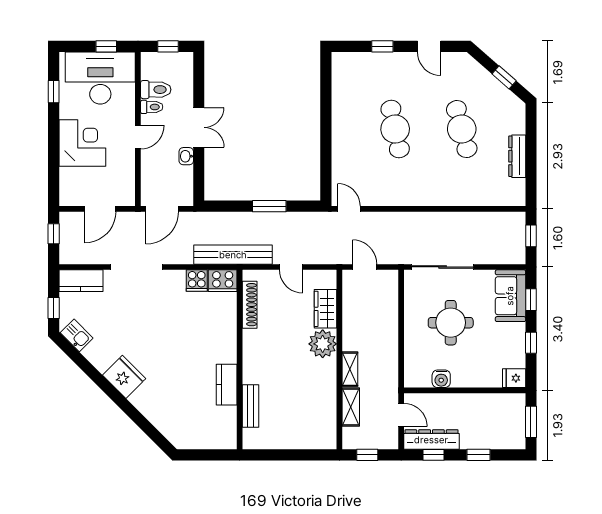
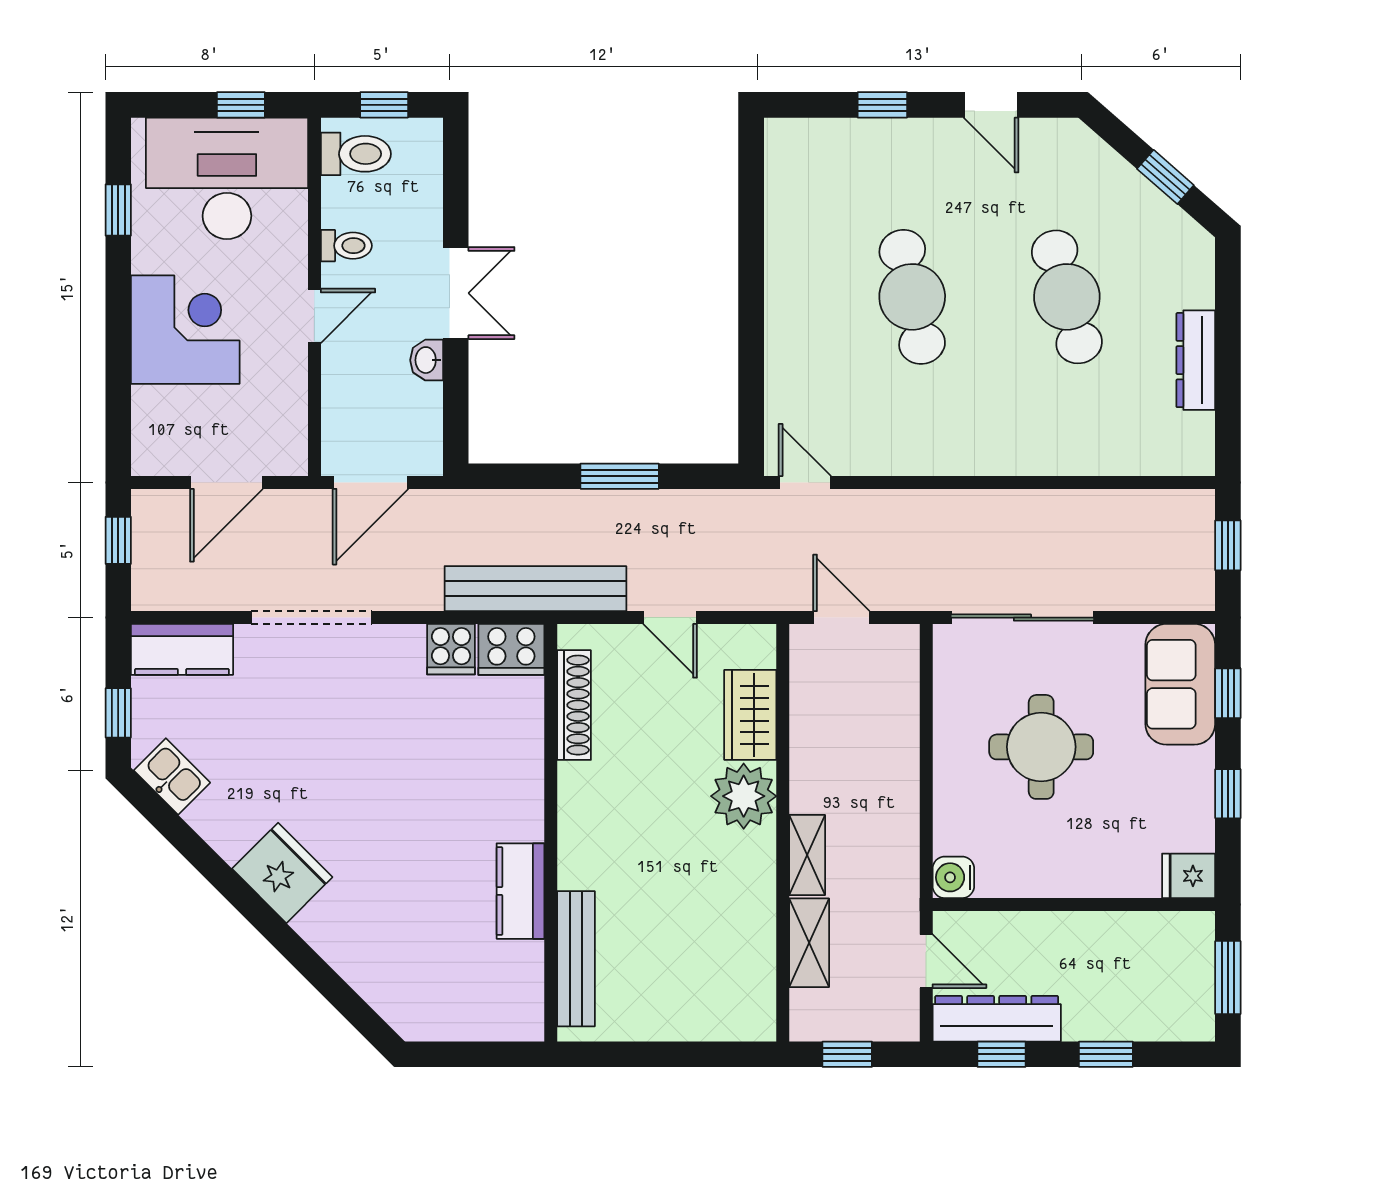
toilet: (156, 90) -> (356, 154), moved
water cooler: (441, 379) -> (953, 877), moved, turned 90
bench: (250, 406) -> (576, 959), width x1.36

